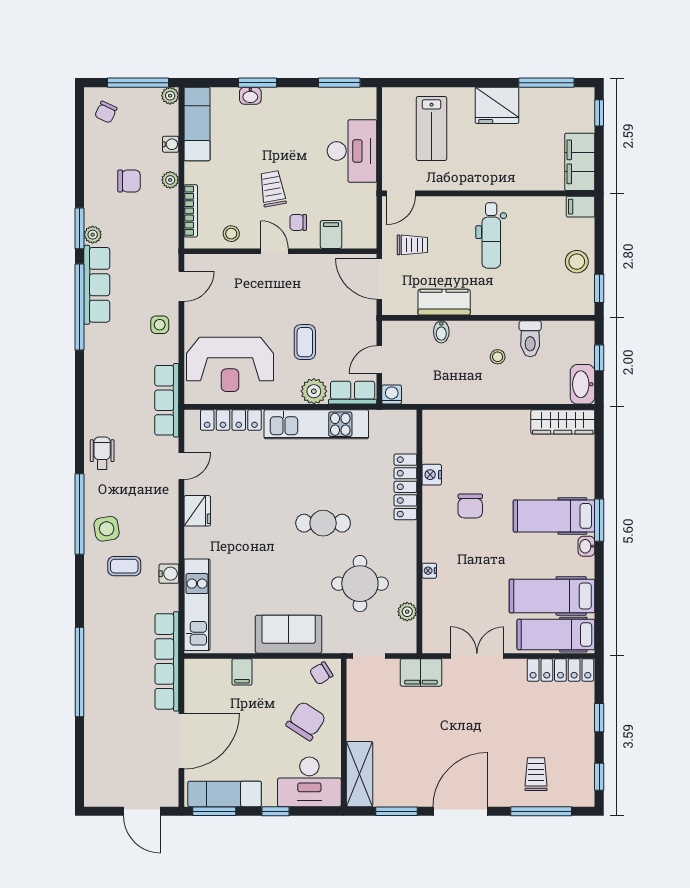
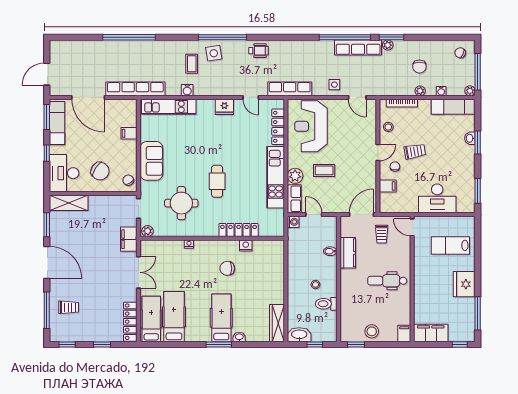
washbasin: (586, 546) -> (239, 337), moved
plant: (407, 612) -> (147, 231), moved

